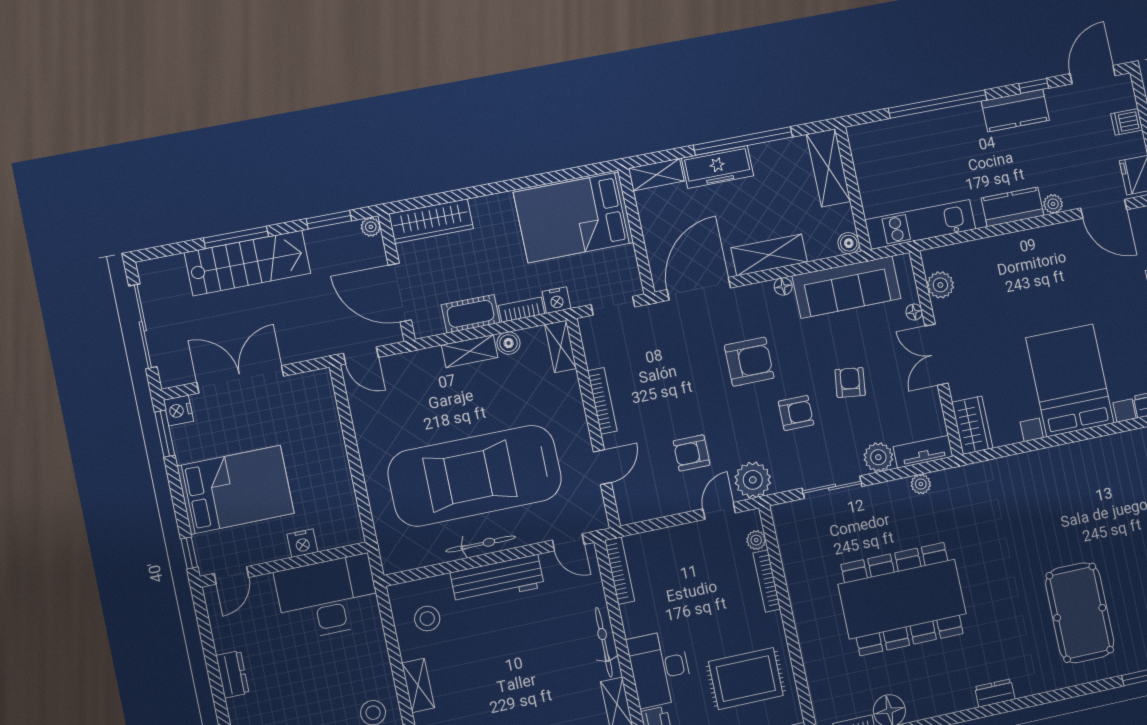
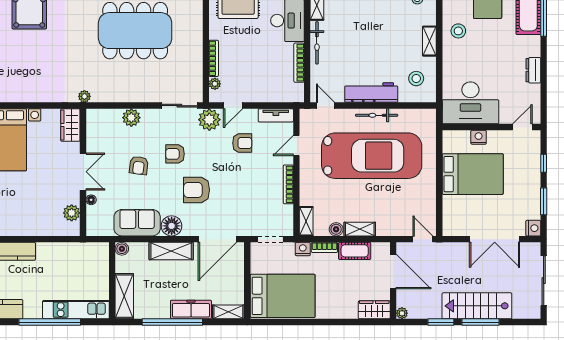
window: (329, 220) -> (441, 322), moved
wardrobe: (431, 221) -> (374, 310), width x0.67
kitchen unit: (920, 224) -> (76, 310), moved, turned 180
floor lamp: (783, 286) -> (172, 226), width x1.89, depth x1.89
sofa: (847, 287) -> (137, 223), width x0.73
window: (165, 434) -> (544, 201), moved
tv unit: (923, 452) -> (276, 115), moved
plant: (921, 484) -> (84, 96), moved
sliding door: (832, 487) -> (179, 106), moved
bed: (236, 490) -> (473, 174), moved, turned 180
window: (189, 553) -> (544, 163), moved
bookcase: (620, 571) -> (299, 63), moved

